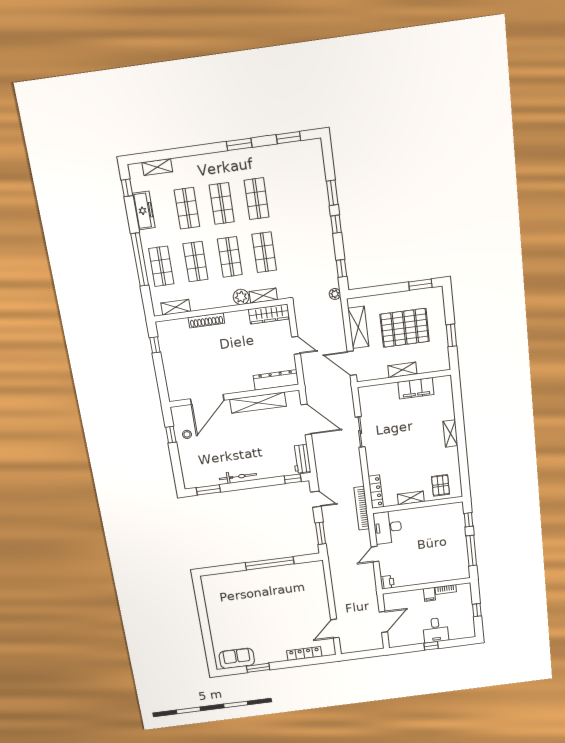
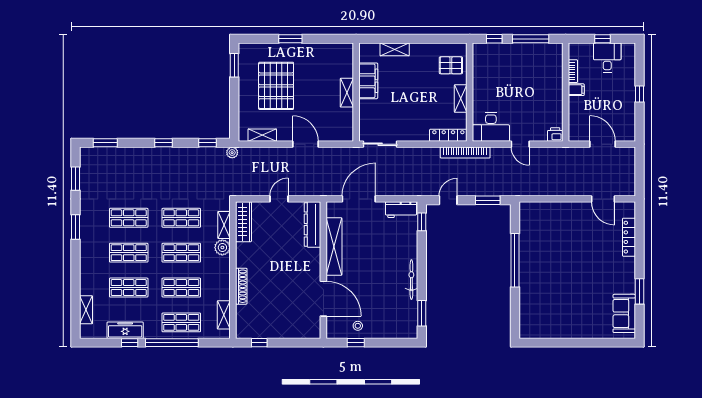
window: (127, 188) -> (130, 343), moved
window: (332, 193) -> (105, 143), moved
shelving: (358, 327) -> (262, 135), width x0.67, depth x0.75
door: (352, 363) -> (305, 144), swing flipped
shelving: (402, 370) -> (347, 93), moved
wall: (404, 378) -> (356, 92), moved
filing cabinet: (416, 388) -> (368, 81), moved
desk: (436, 630) -> (607, 58), moved, turned -90

